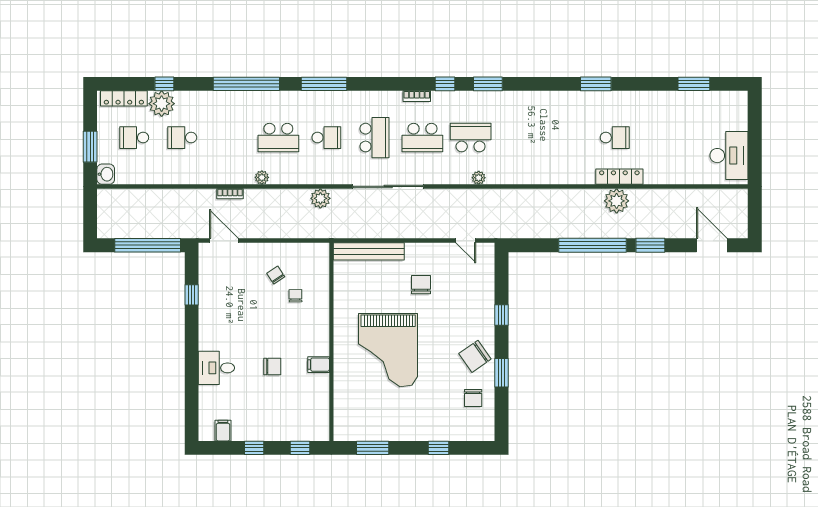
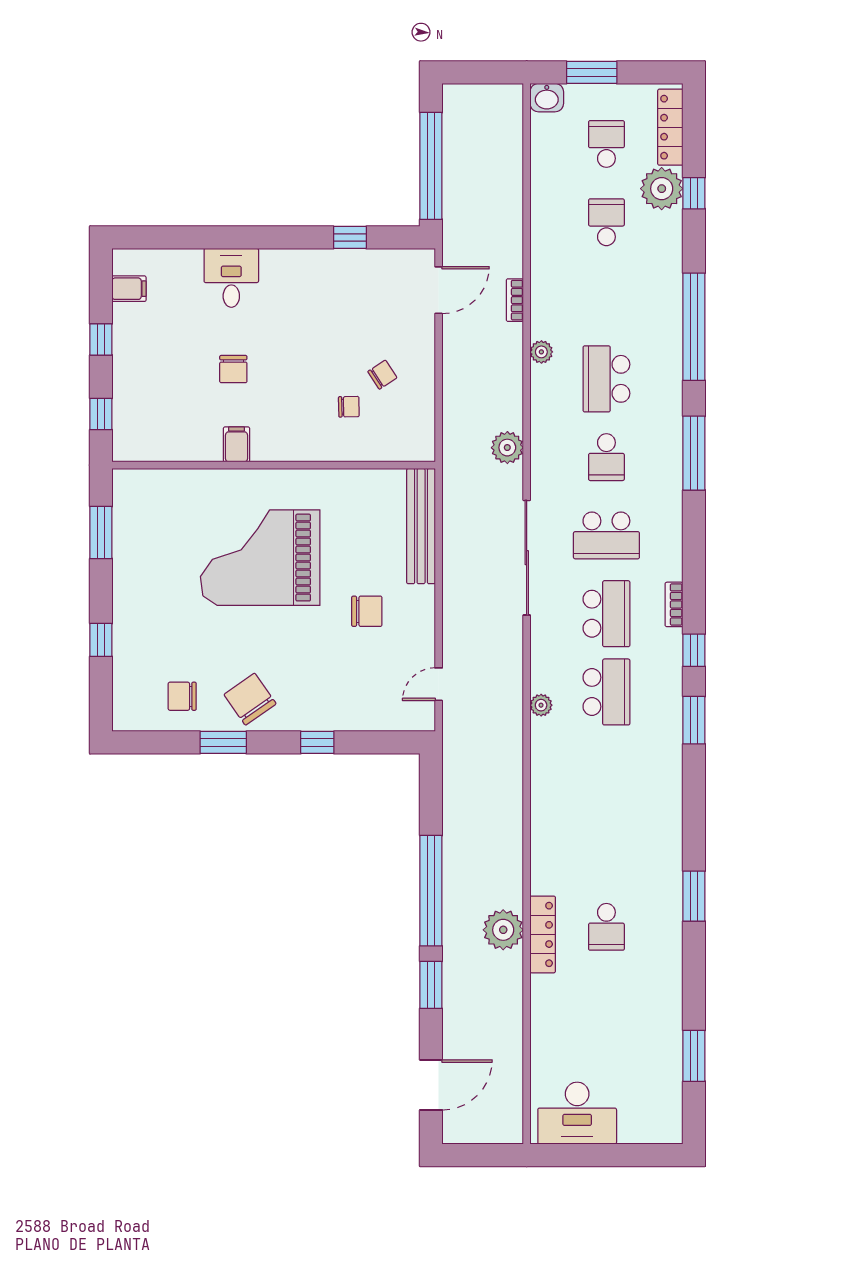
school desk: (422, 138) -> (606, 614), turned 180

